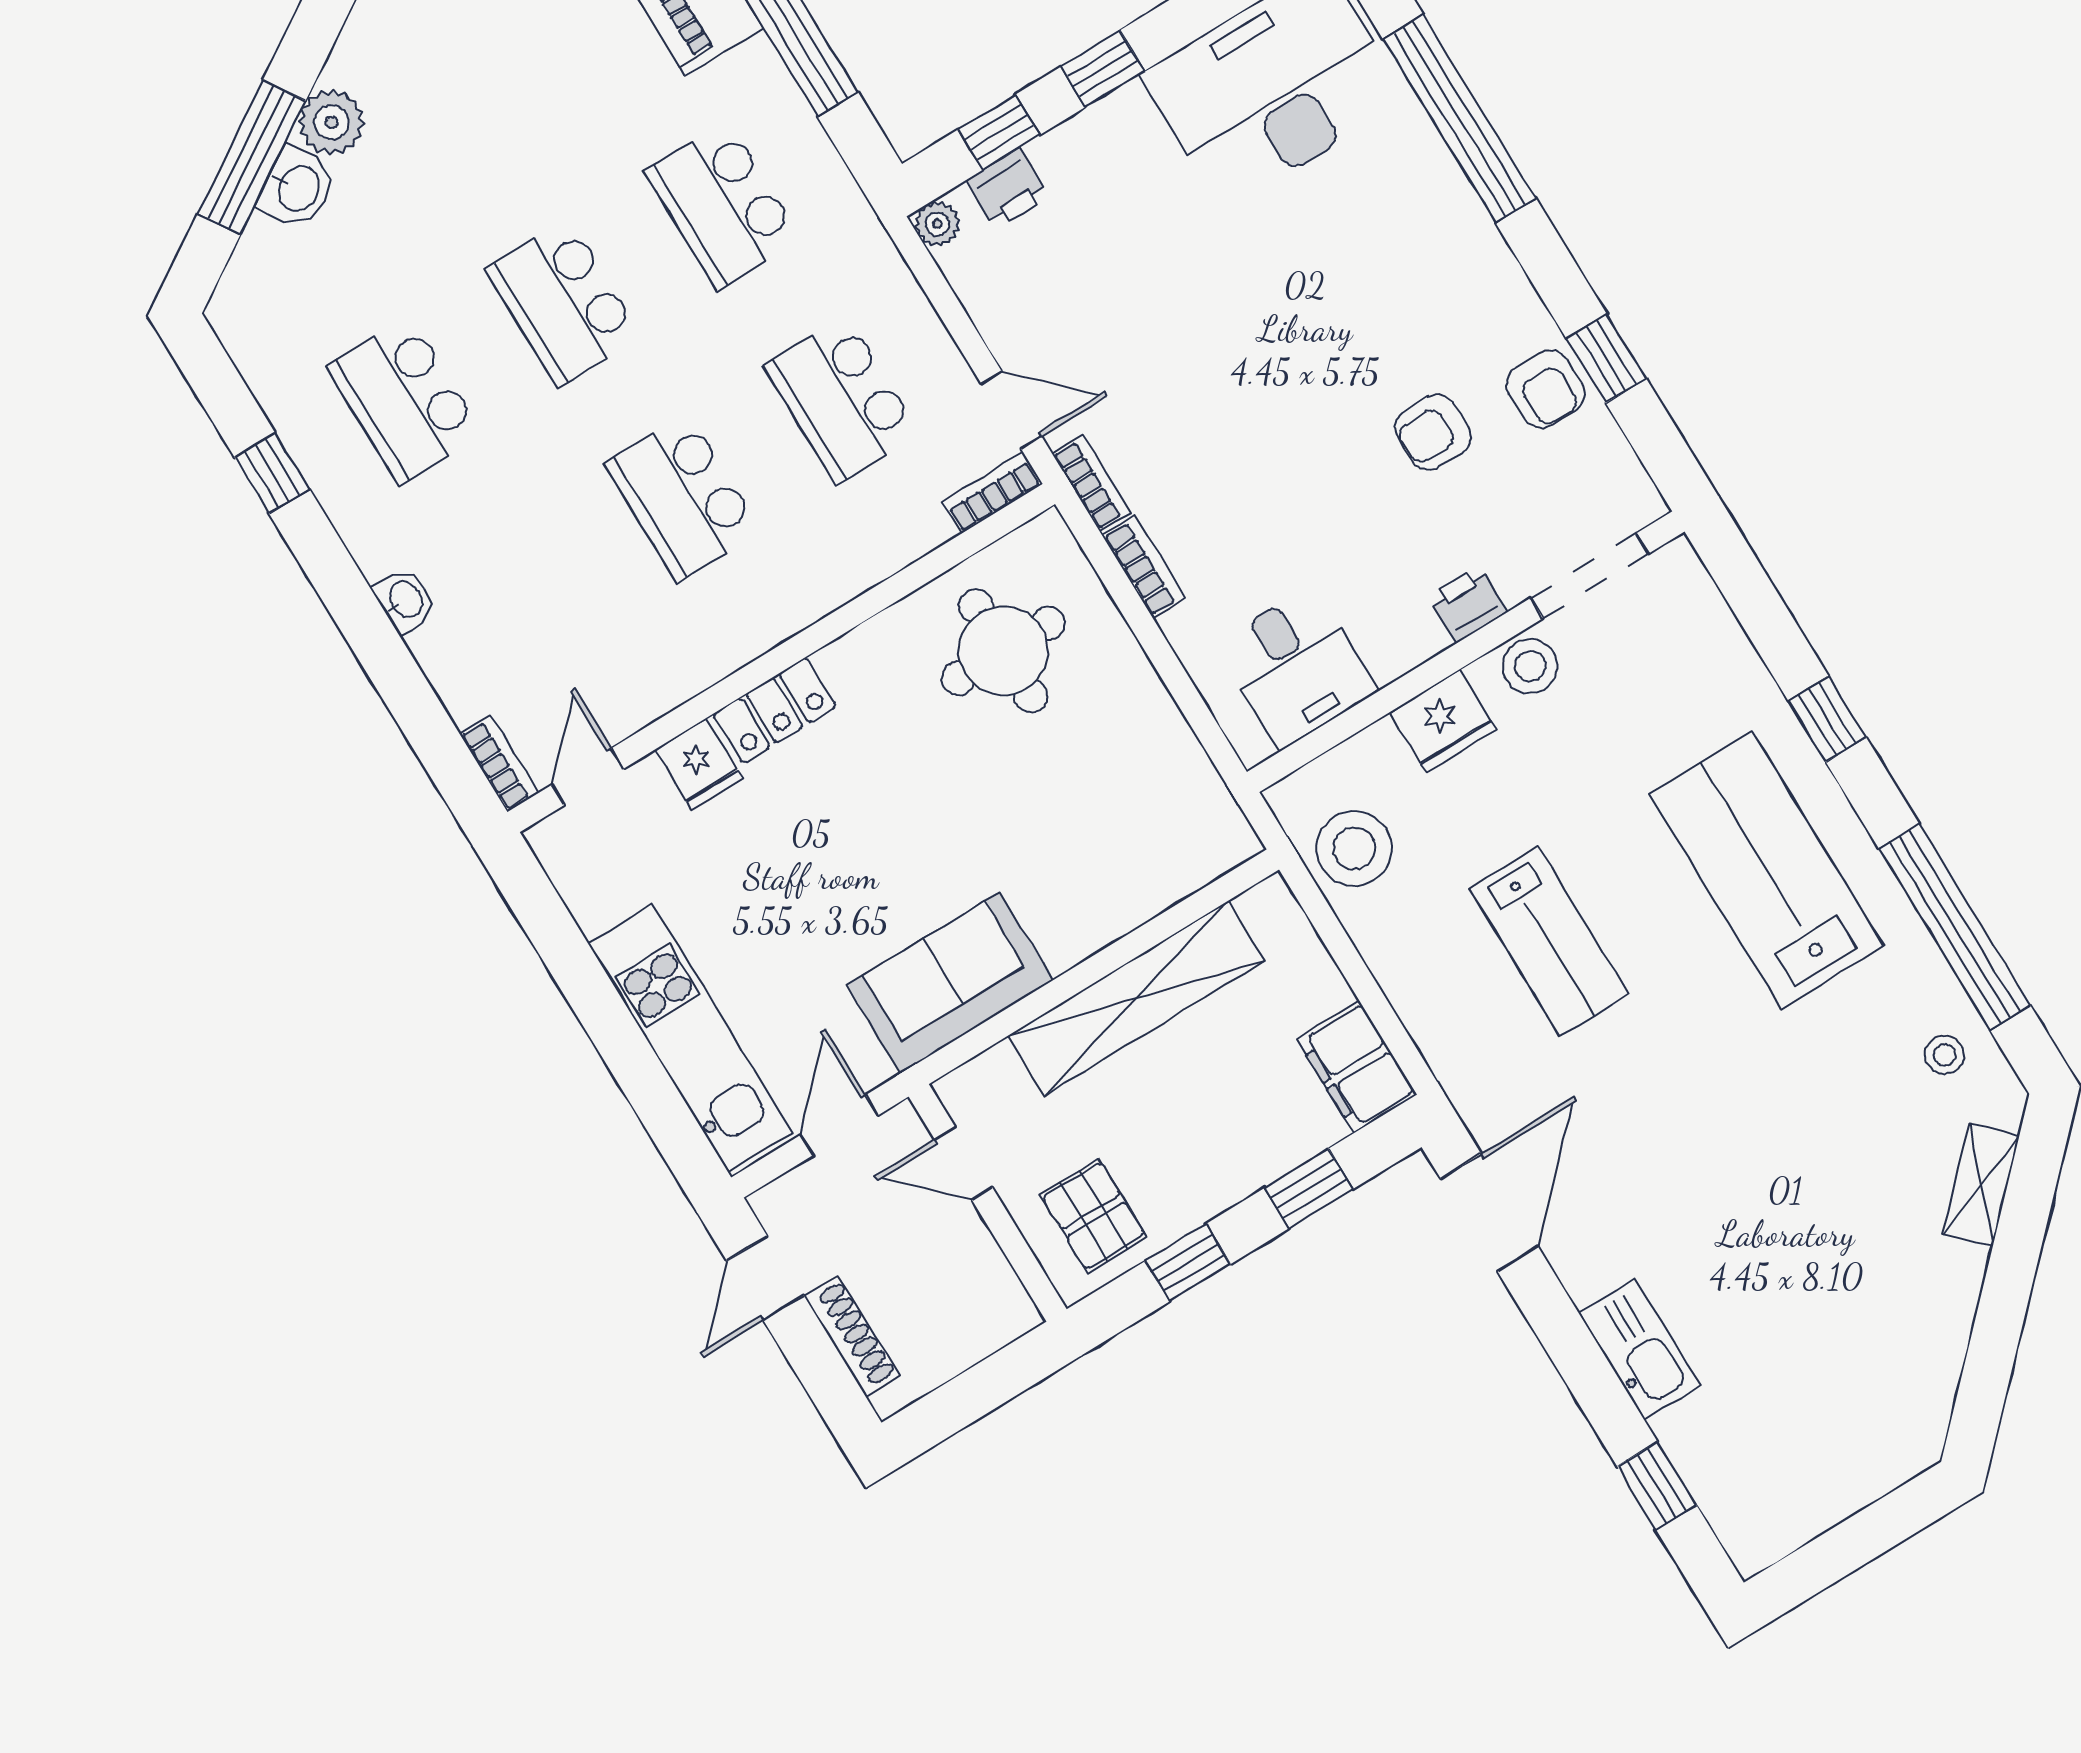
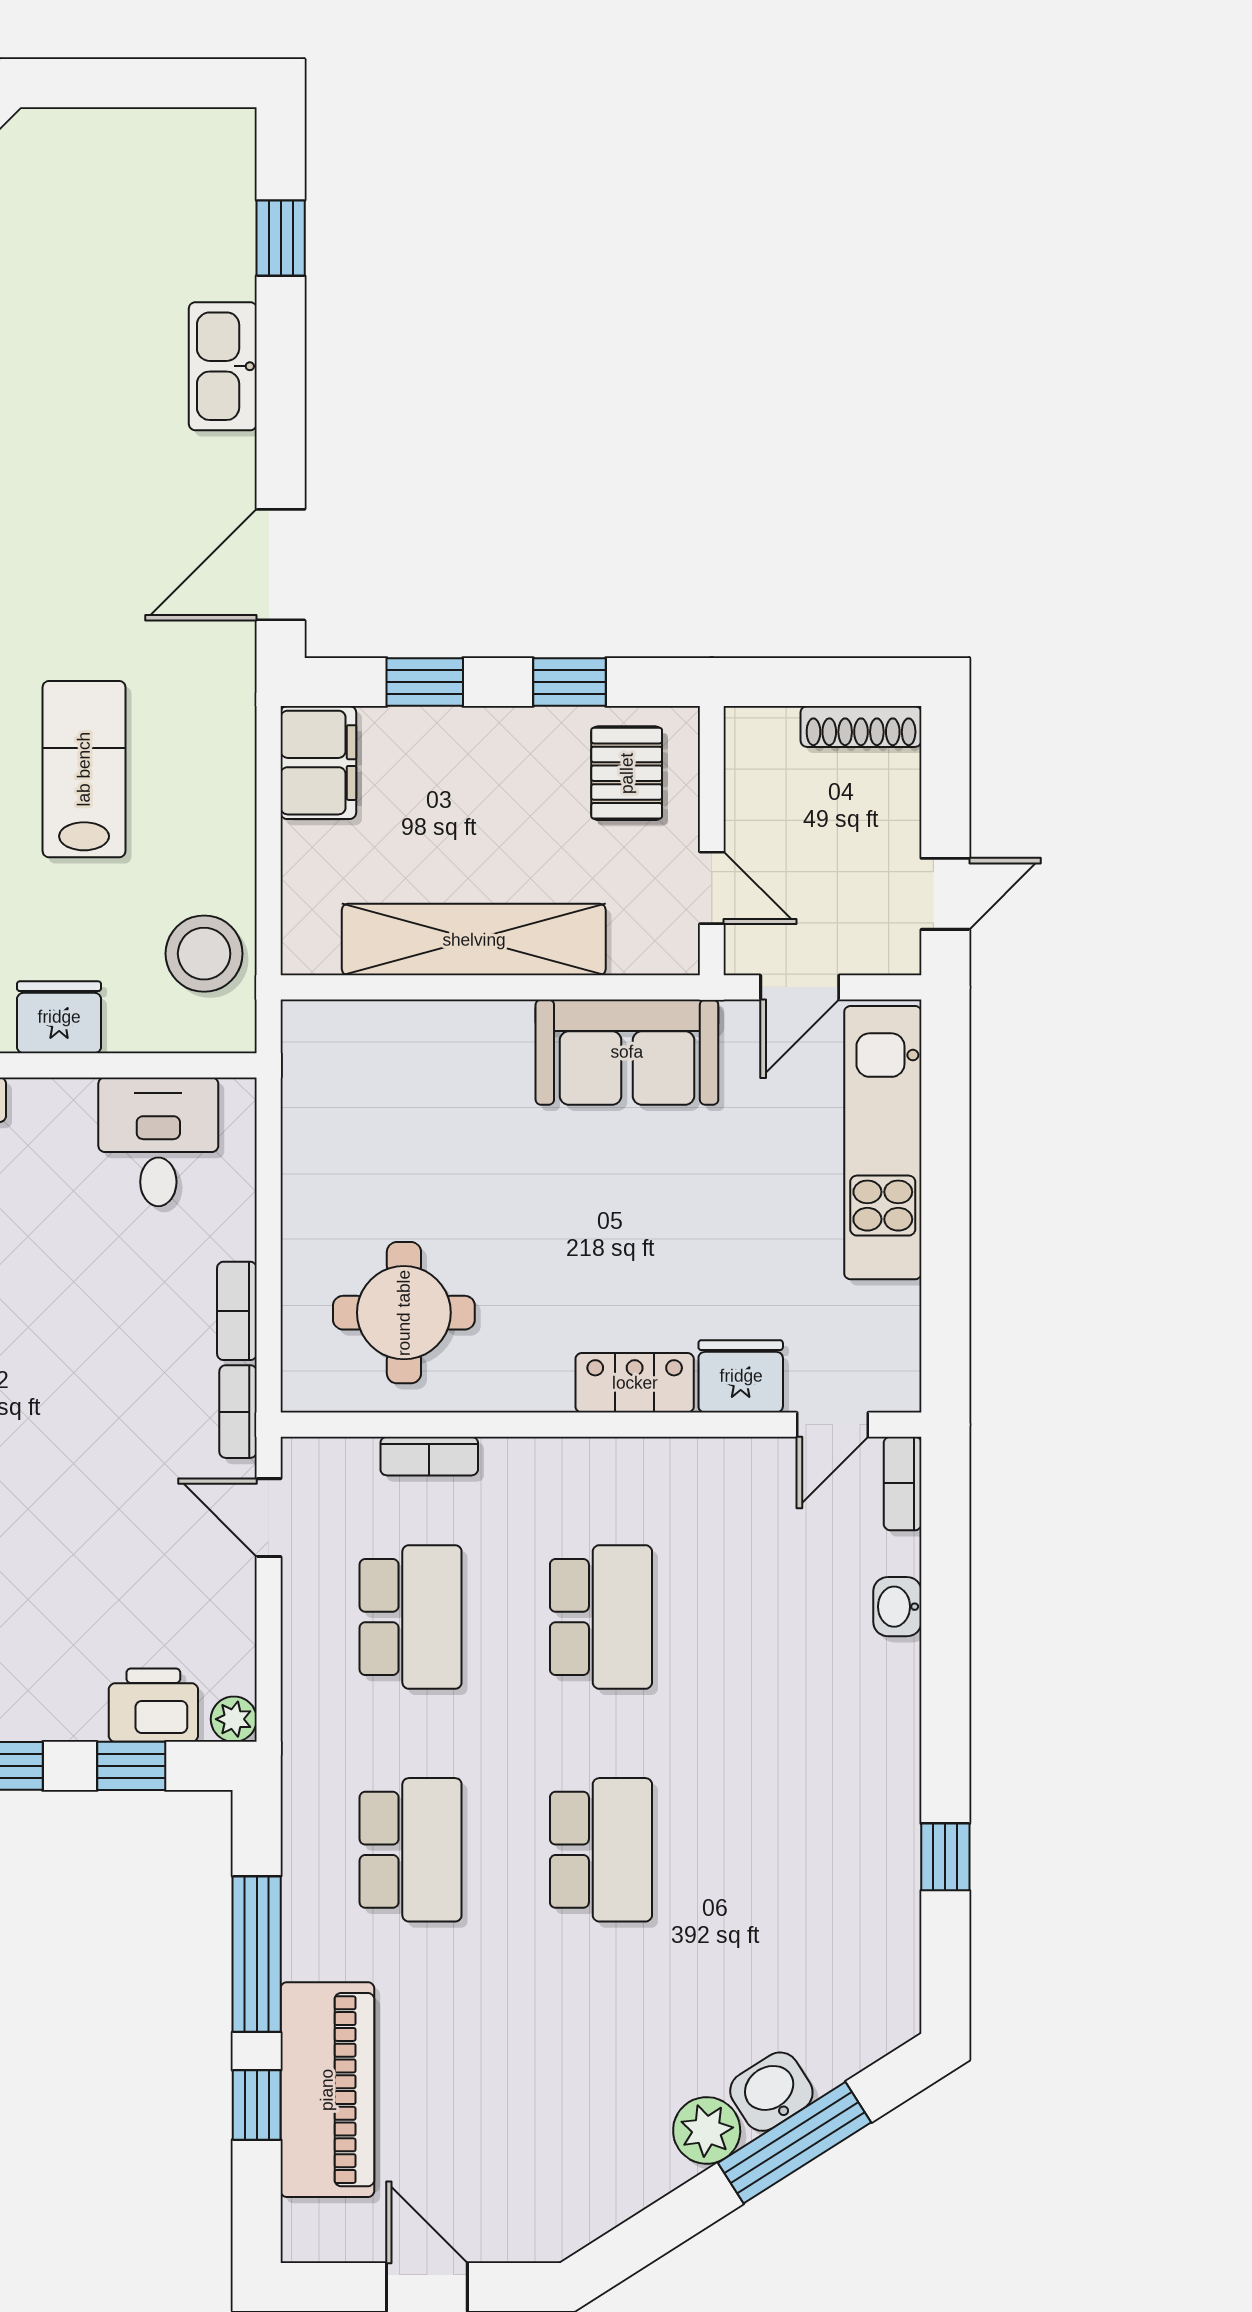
printer: (1008, 188) -> (153, 1705), width x1.36, depth x1.24
school desk: (404, 400) -> (791, 1850), removed
bookcase: (992, 493) -> (429, 1456), moved
washbasin: (405, 600) -> (897, 1607), moved
fridge: (699, 764) -> (741, 1376), width x1.38
shoe rack: (852, 1336) -> (861, 726), moved, turned -90

